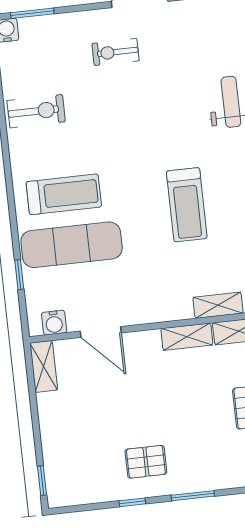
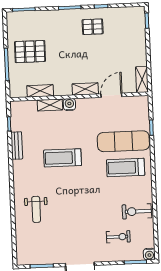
exercise bike: (115, 52) -> (118, 237), moved
treadmill: (187, 205) -> (63, 158), turned -90
water cooler: (54, 323) -> (69, 104), moved
door: (101, 332) -> (111, 95), hinge flipped
shelving: (187, 337) -> (85, 89), moved

